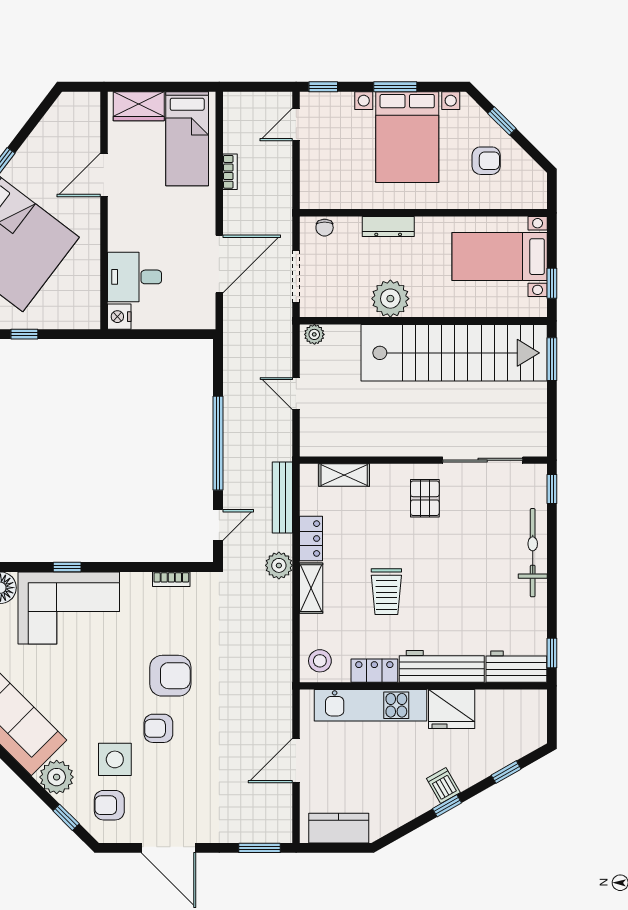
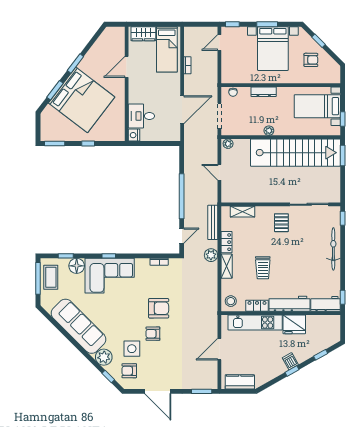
plant: (390, 299) -> (269, 131), width x0.53, depth x0.53

